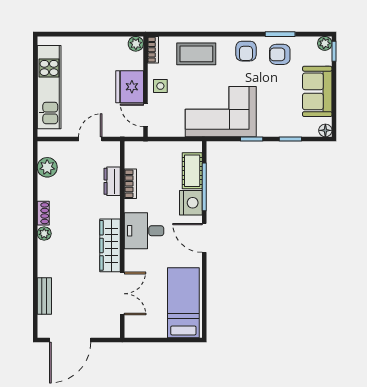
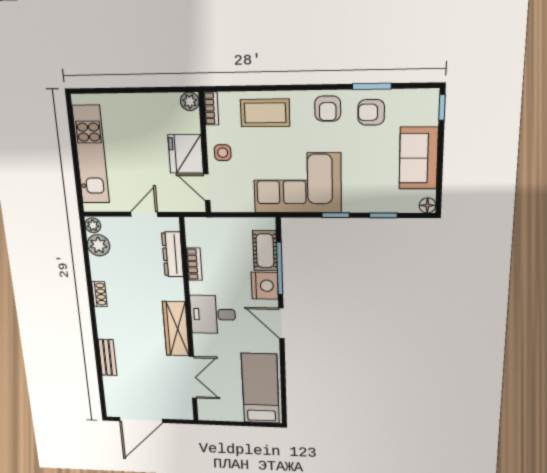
plant: (325, 43) -> (430, 97), removed
dresser: (112, 181) -> (173, 254), width x1.44
plant: (44, 234) -> (93, 225), moved
bench: (44, 296) -> (107, 357), moved

